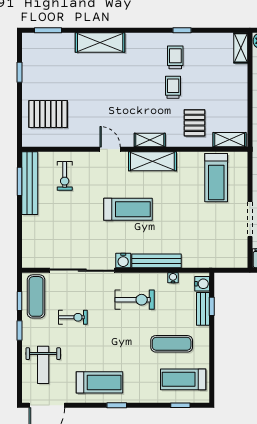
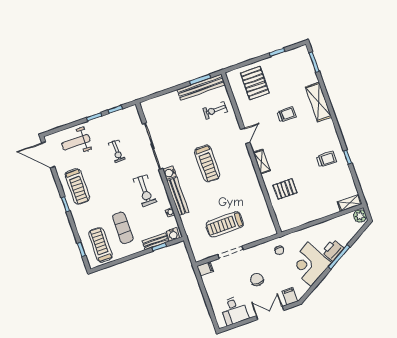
trolley: (173, 87) -> (287, 114), moved
shelving: (230, 140) -> (282, 218), removed
shelving: (152, 161) -> (247, 169), removed
treadmill: (216, 178) -> (225, 224), moved
exercise mat: (36, 296) -> (122, 120), removed

